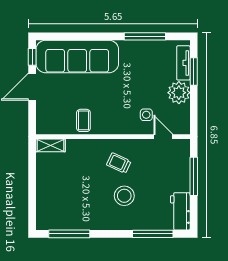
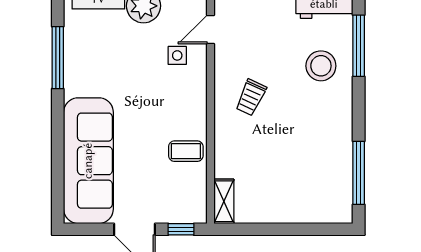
window: (32, 57) -> (181, 229), moved
stool: (124, 196) -> (321, 66), moved

